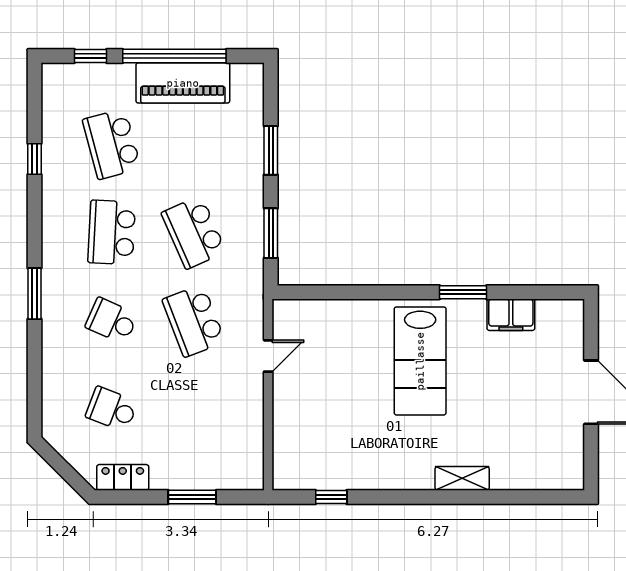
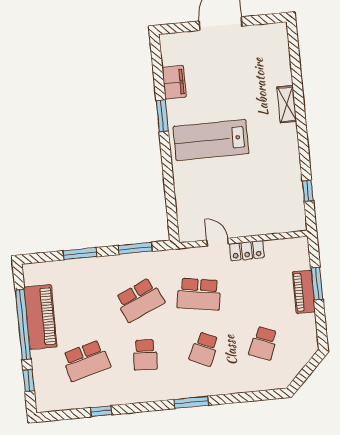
school desk: (112, 232) -> (145, 355), width x0.54
school desk: (194, 321) -> (199, 294), turned 30
lab bench: (420, 361) -> (211, 140), turned 180
piano: (182, 476) -> (304, 292), added
locker: (123, 477) -> (247, 251), moved, turned -90

